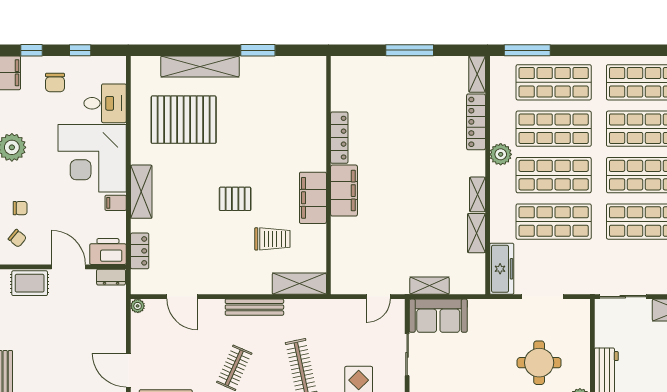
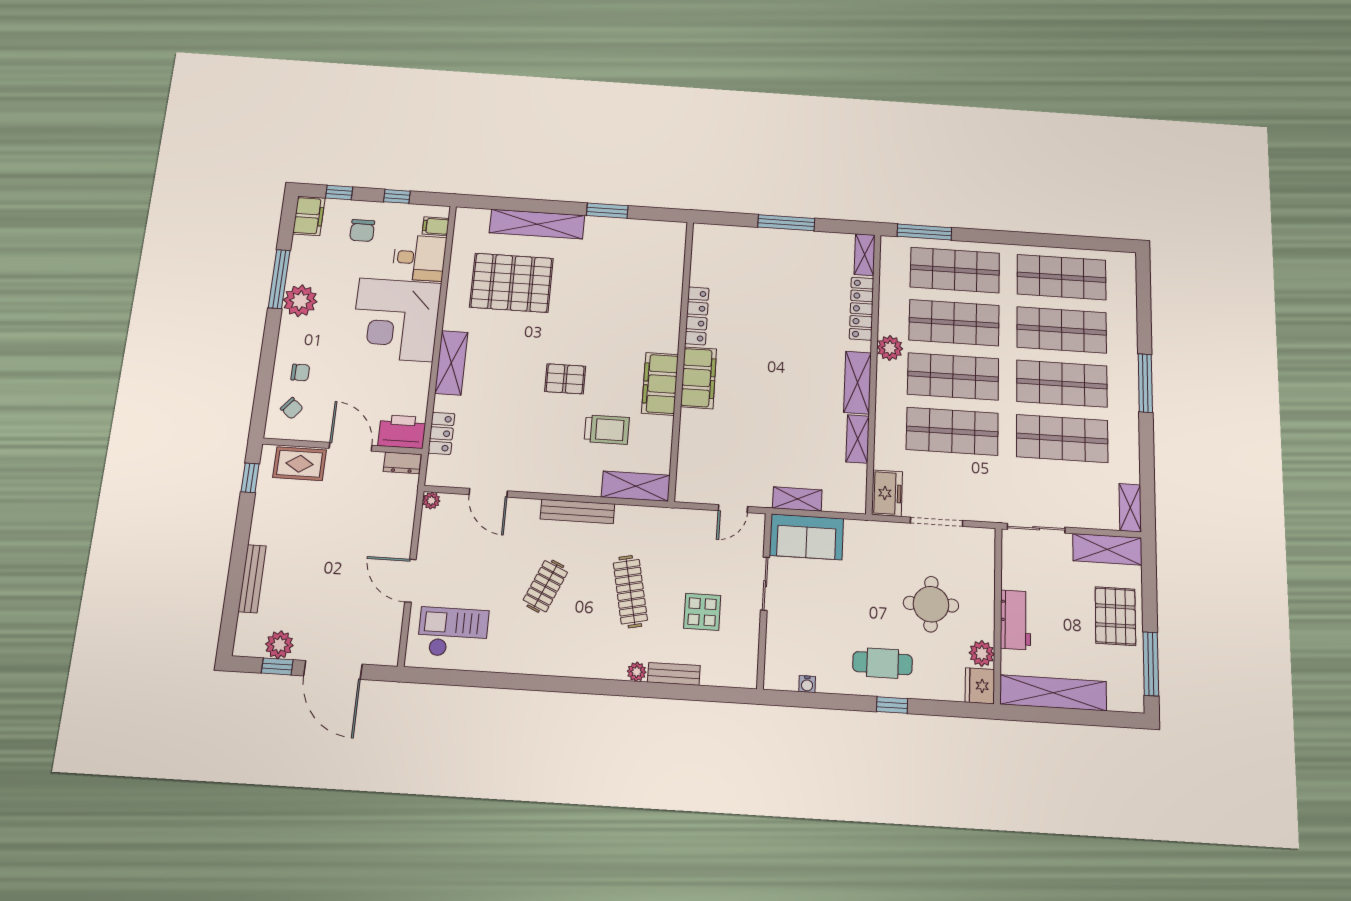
shelving: (477, 194) -> (857, 383), width x1.50, depth x1.33
filing cabinet: (116, 203) -> (436, 226), moved
freezer: (502, 269) -> (887, 493), width x0.71

